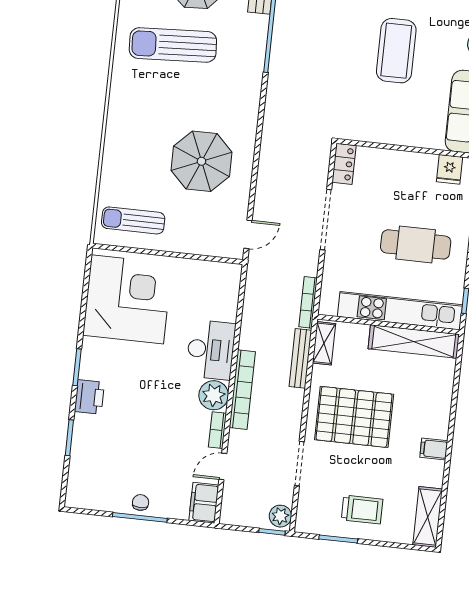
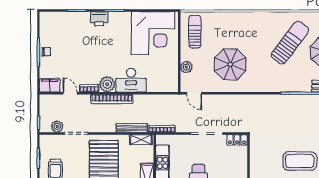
sun lounger: (173, 45) -> (290, 43), turned 40
plant: (198, 244) -> (186, 67), added
plant: (280, 516) -> (57, 126), moved

